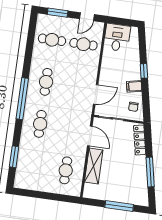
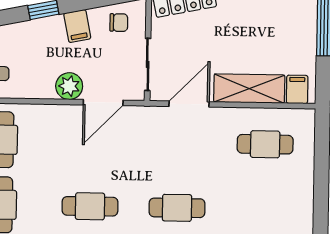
plant: (106, 79) -> (69, 86), added
door: (96, 94) -> (103, 103), swing flipped
filing cabinet: (90, 189) -> (297, 89), added

